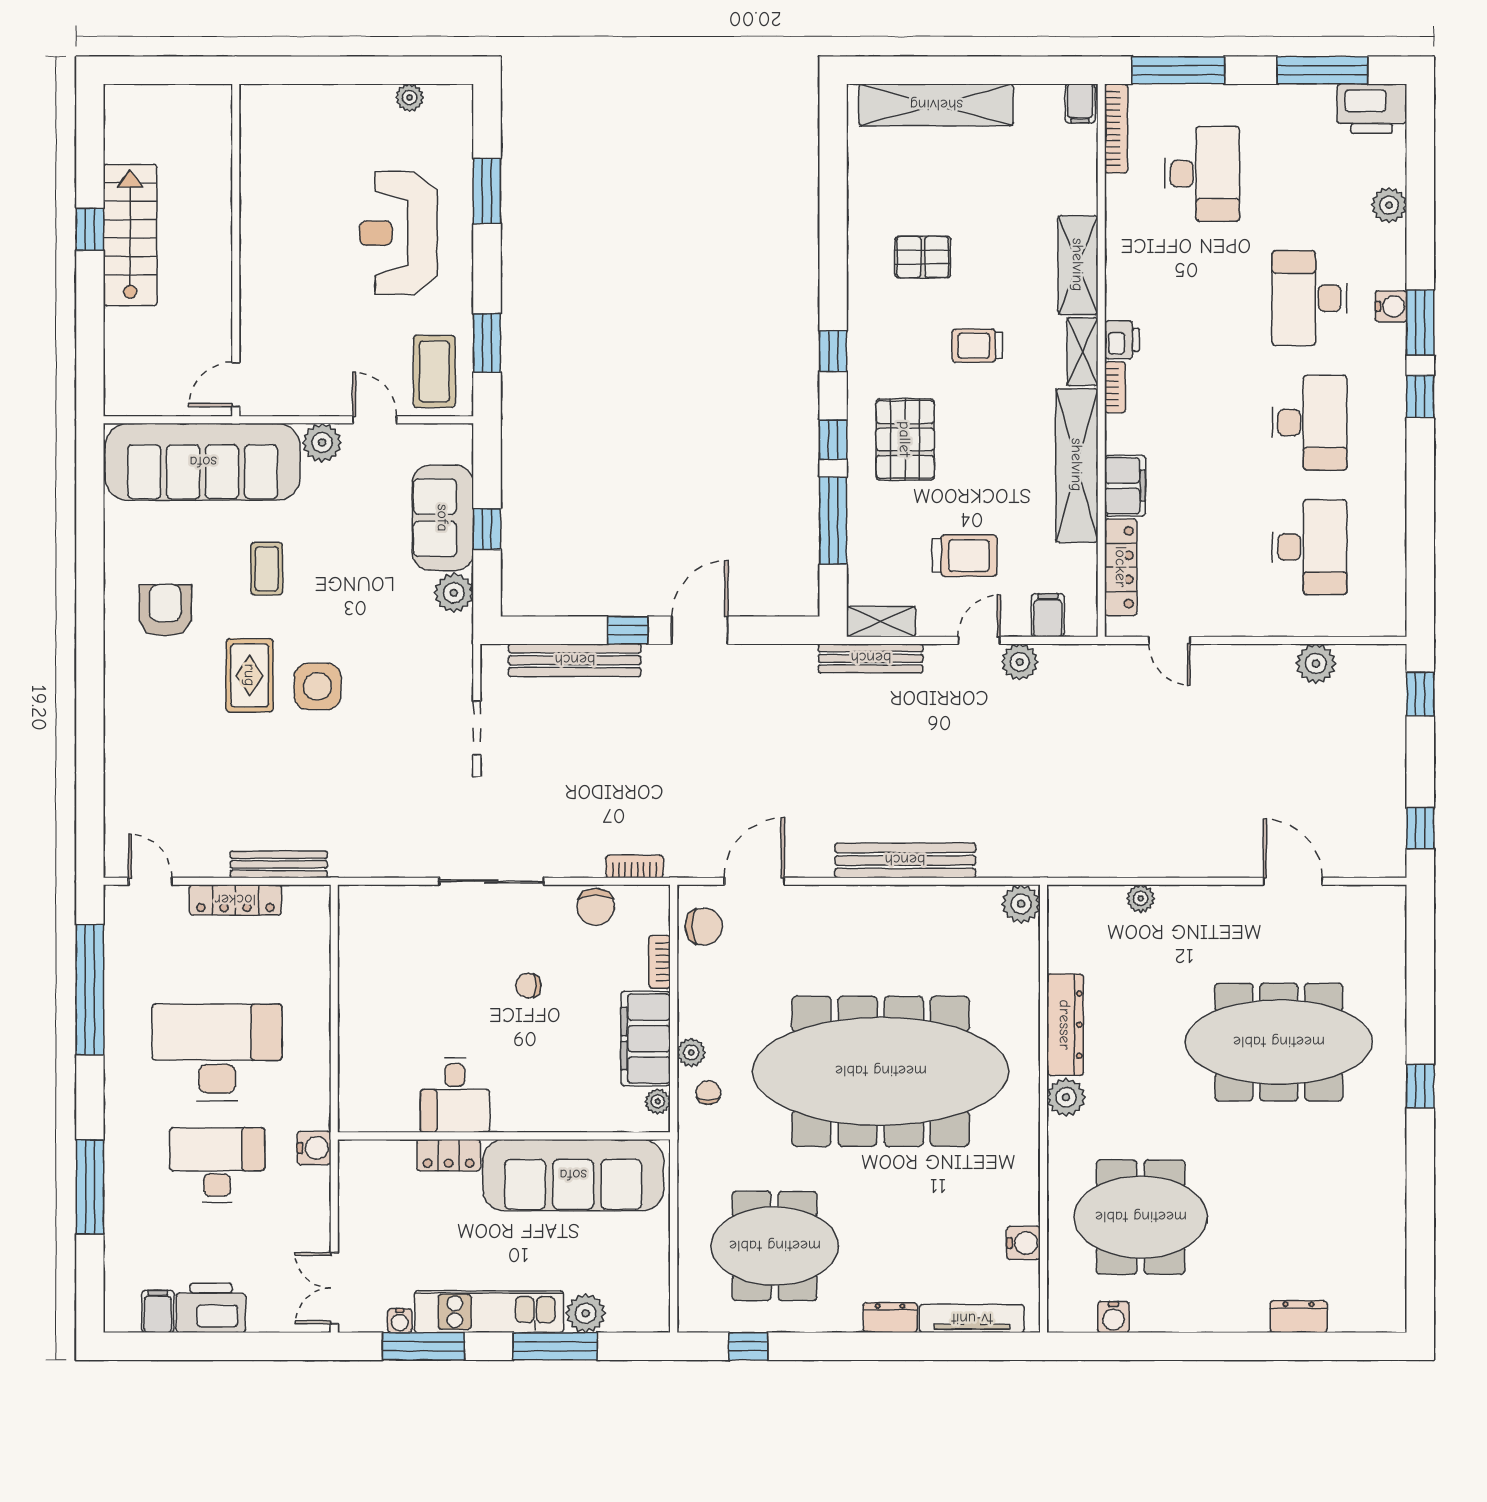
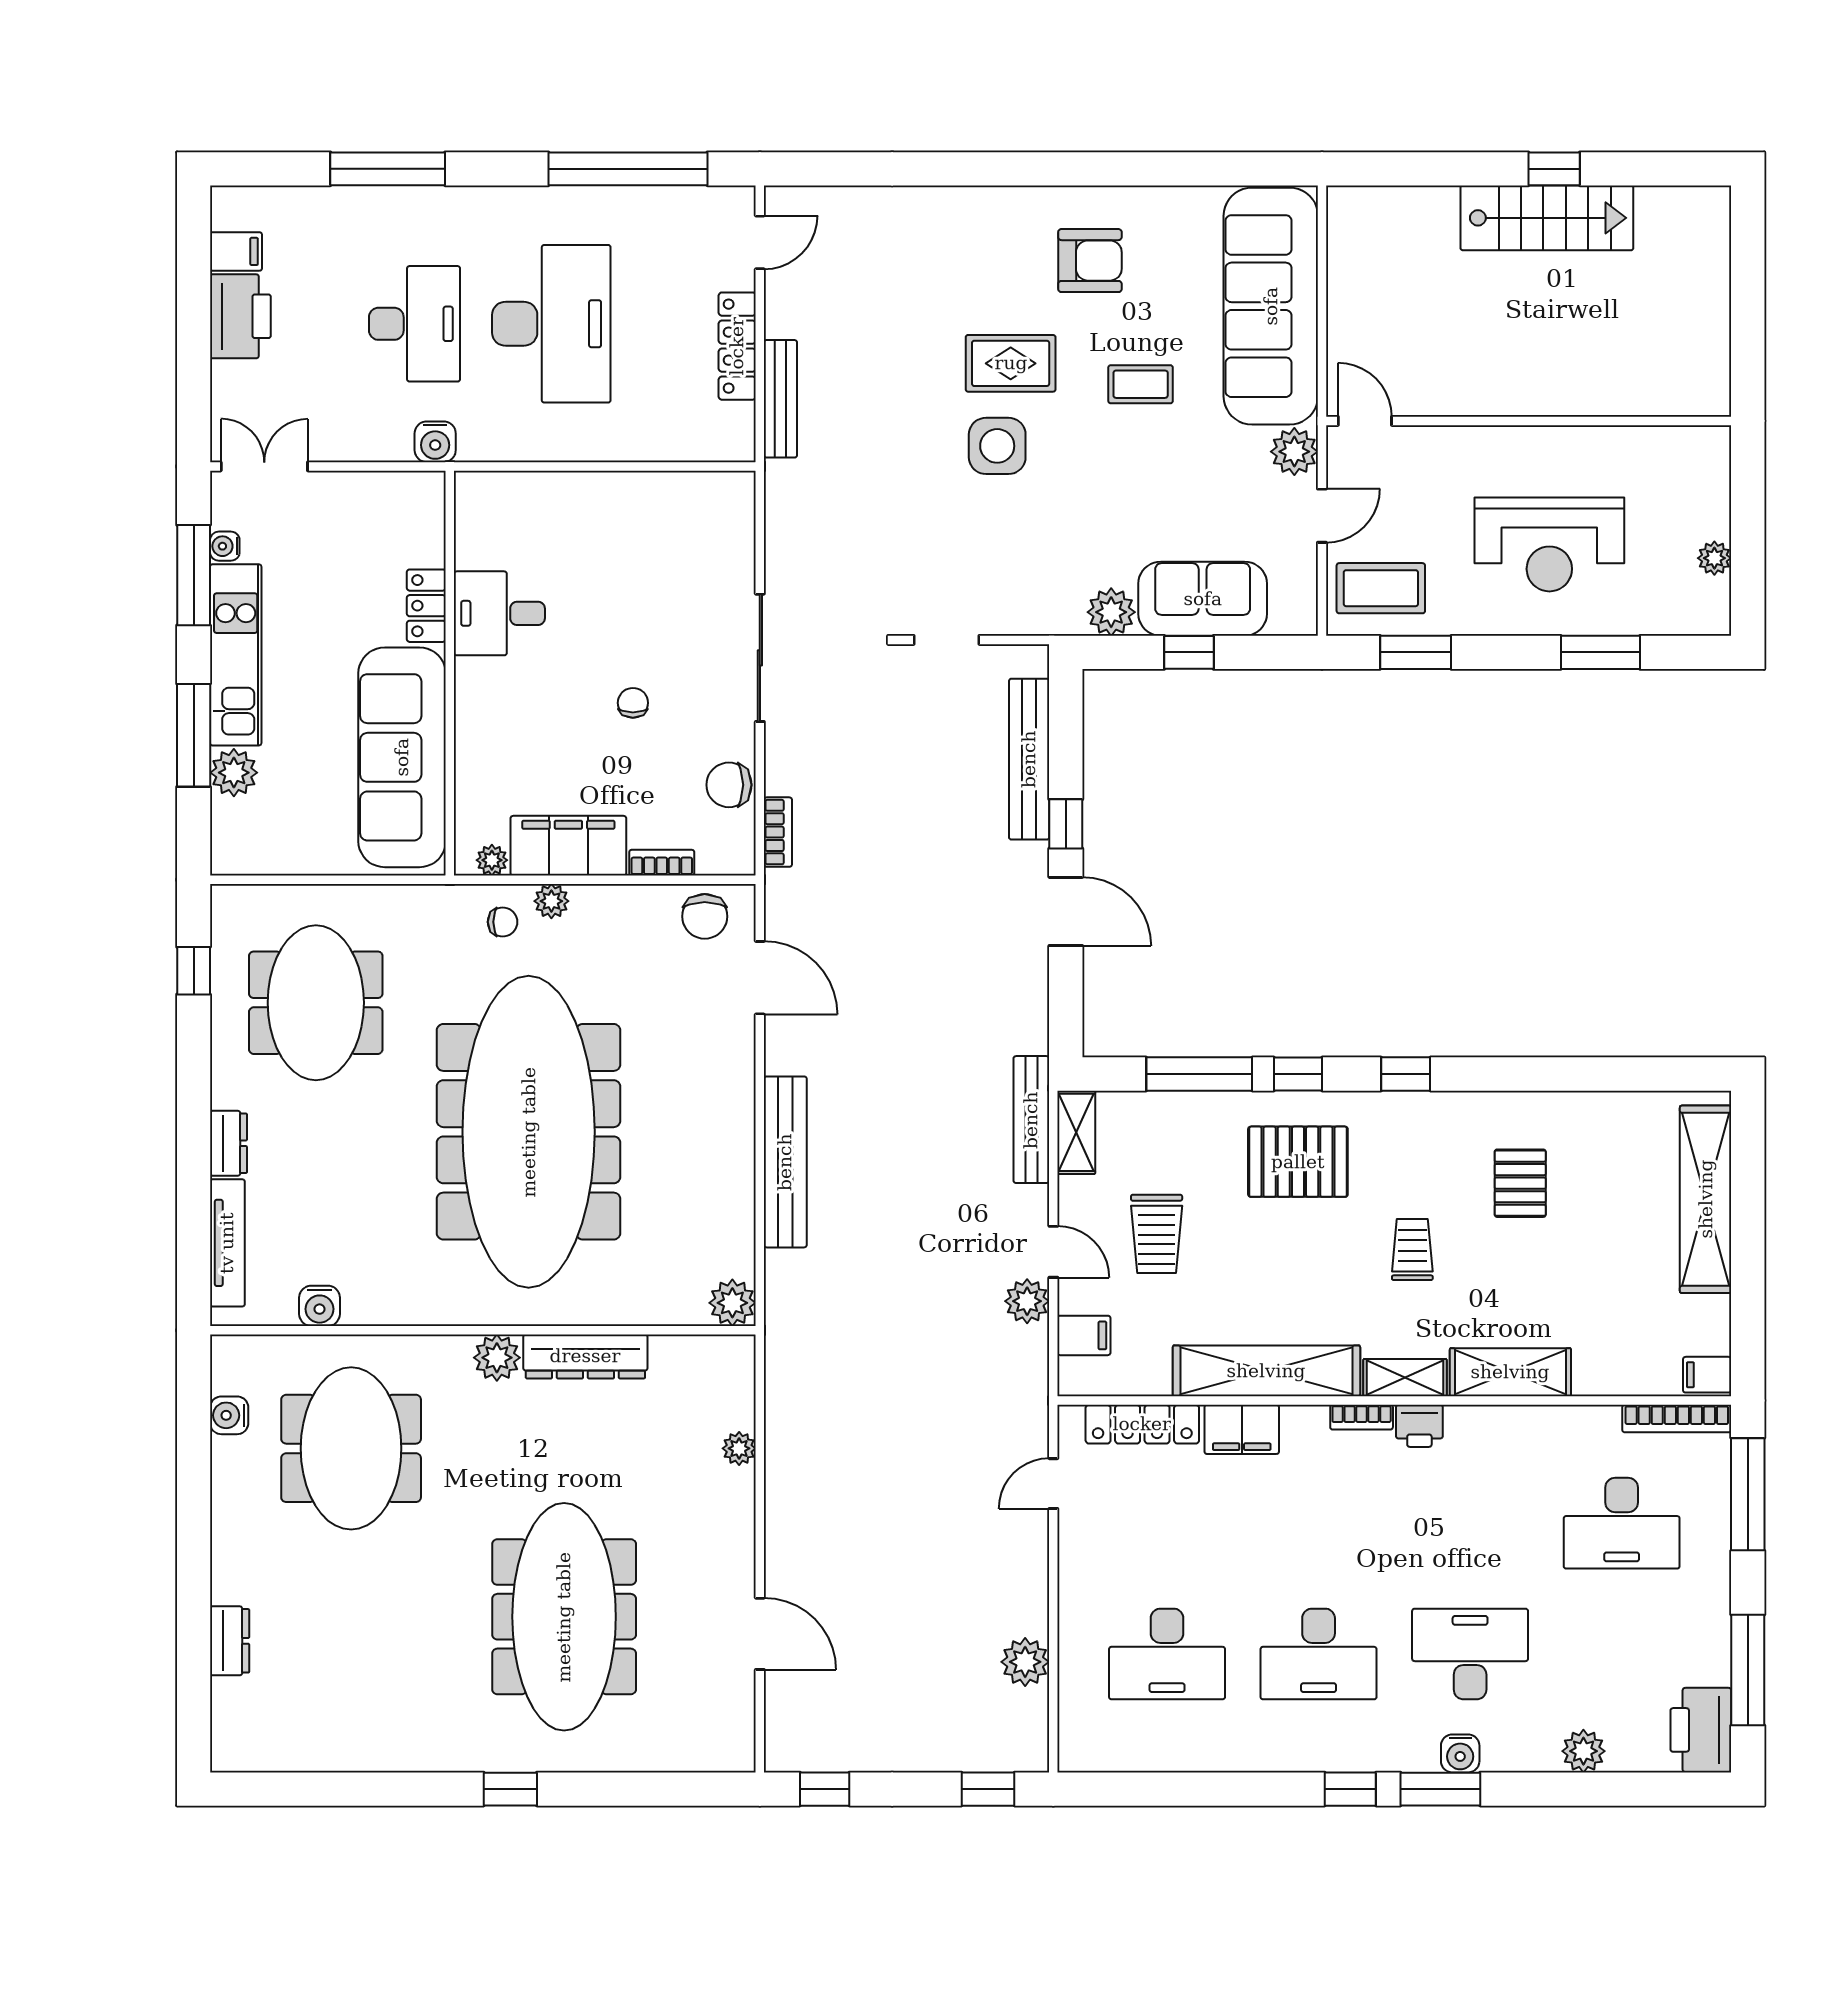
reception desk: (398, 233) -> (1549, 544), turned 180
wall: (236, 250) -> (1529, 421), moved
door: (236, 385) -> (1365, 421), moved
door: (1293, 881) -> (760, 1634), hinge flipped

